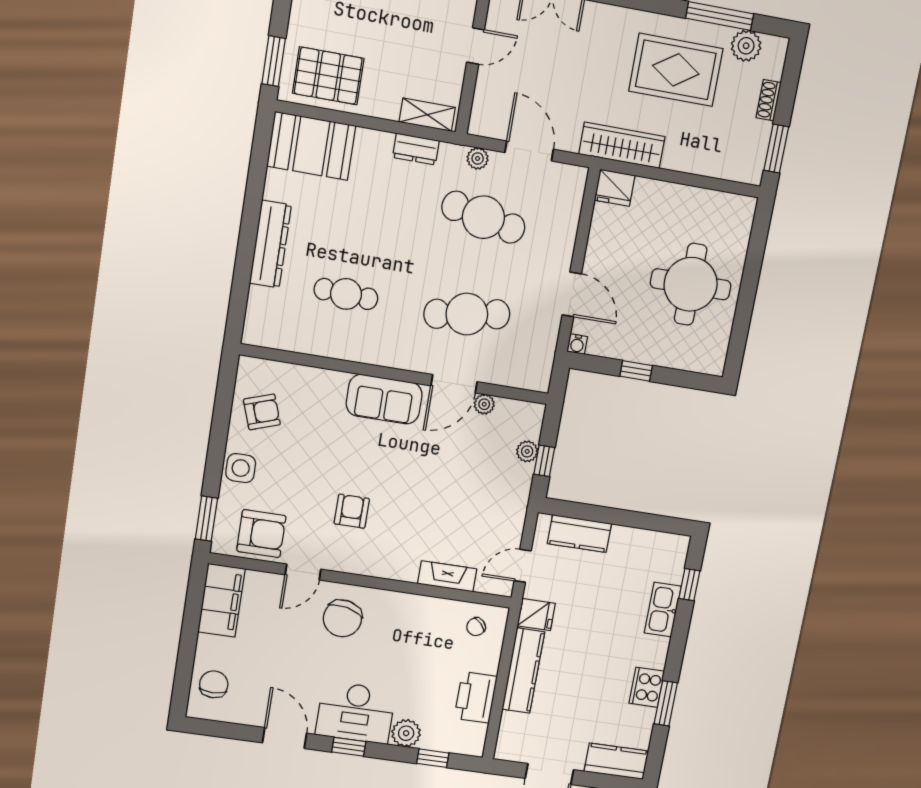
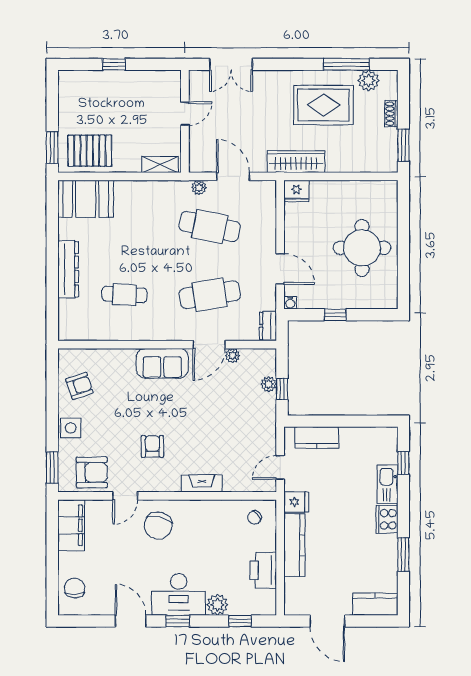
dresser: (416, 149) -> (268, 326), moved, turned 90
fireplace: (447, 576) -> (202, 483), moved
cooker: (647, 687) -> (387, 519), moved

